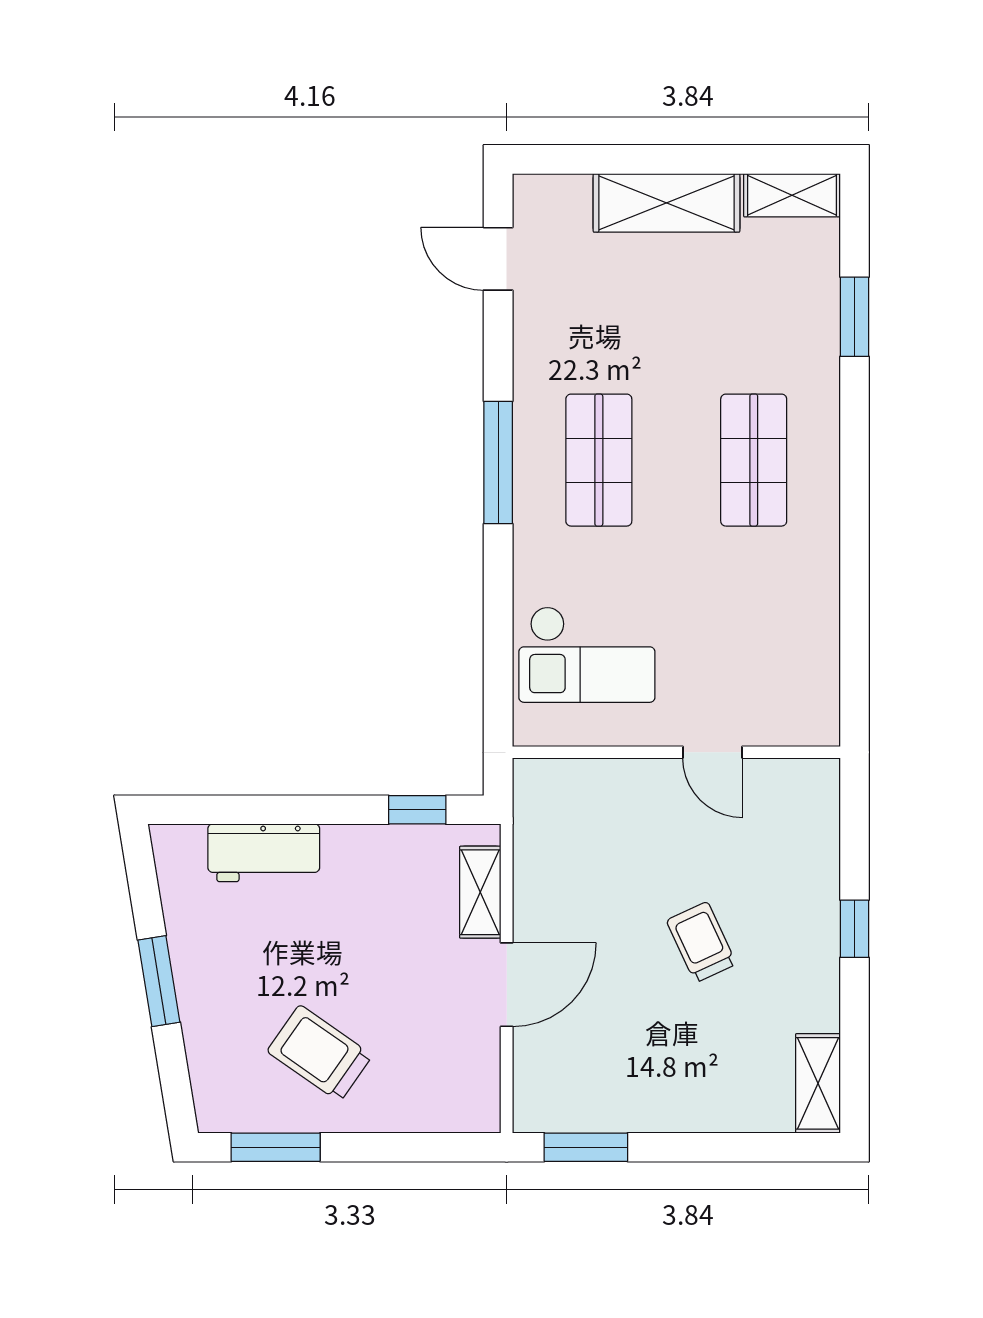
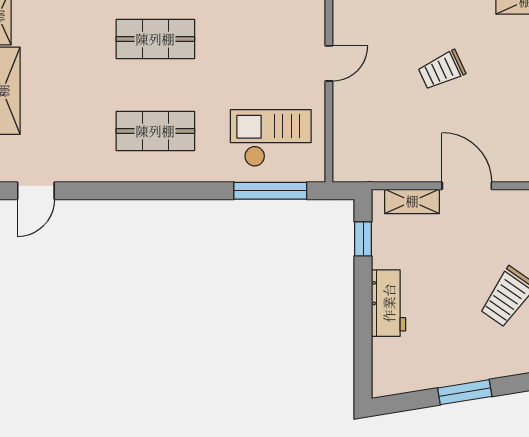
window: (498, 462) -> (270, 191), moved
checkout: (587, 654) -> (271, 138), turned -90
workbench: (264, 853) -> (389, 303), moved

